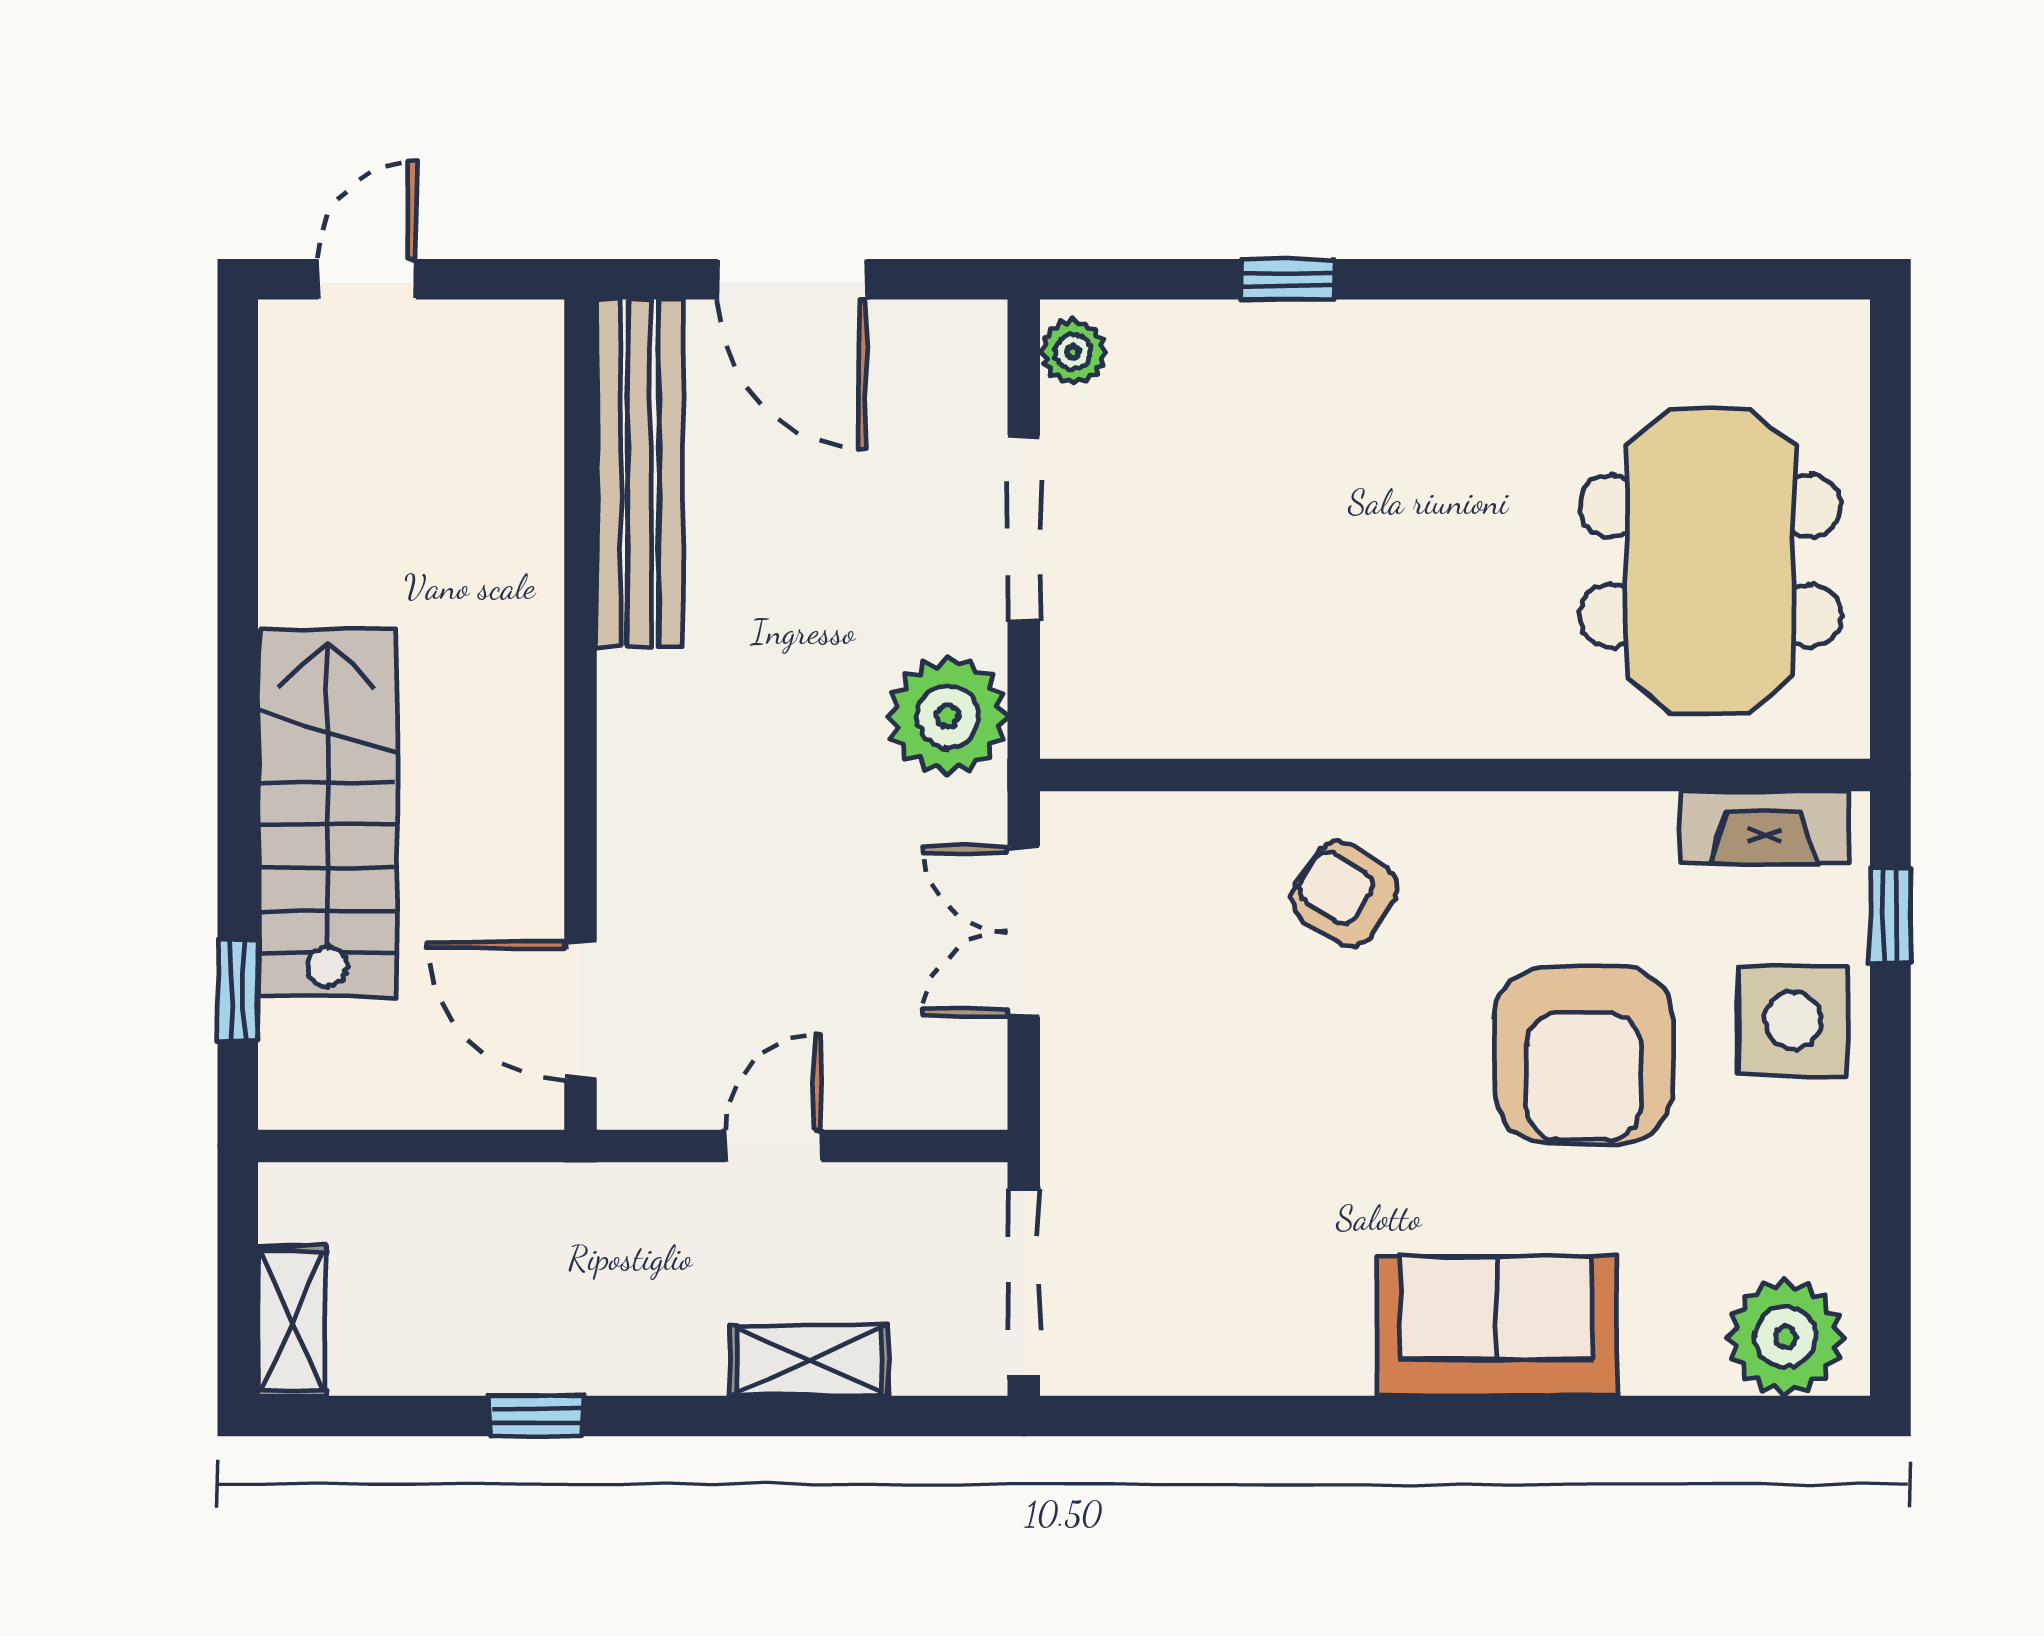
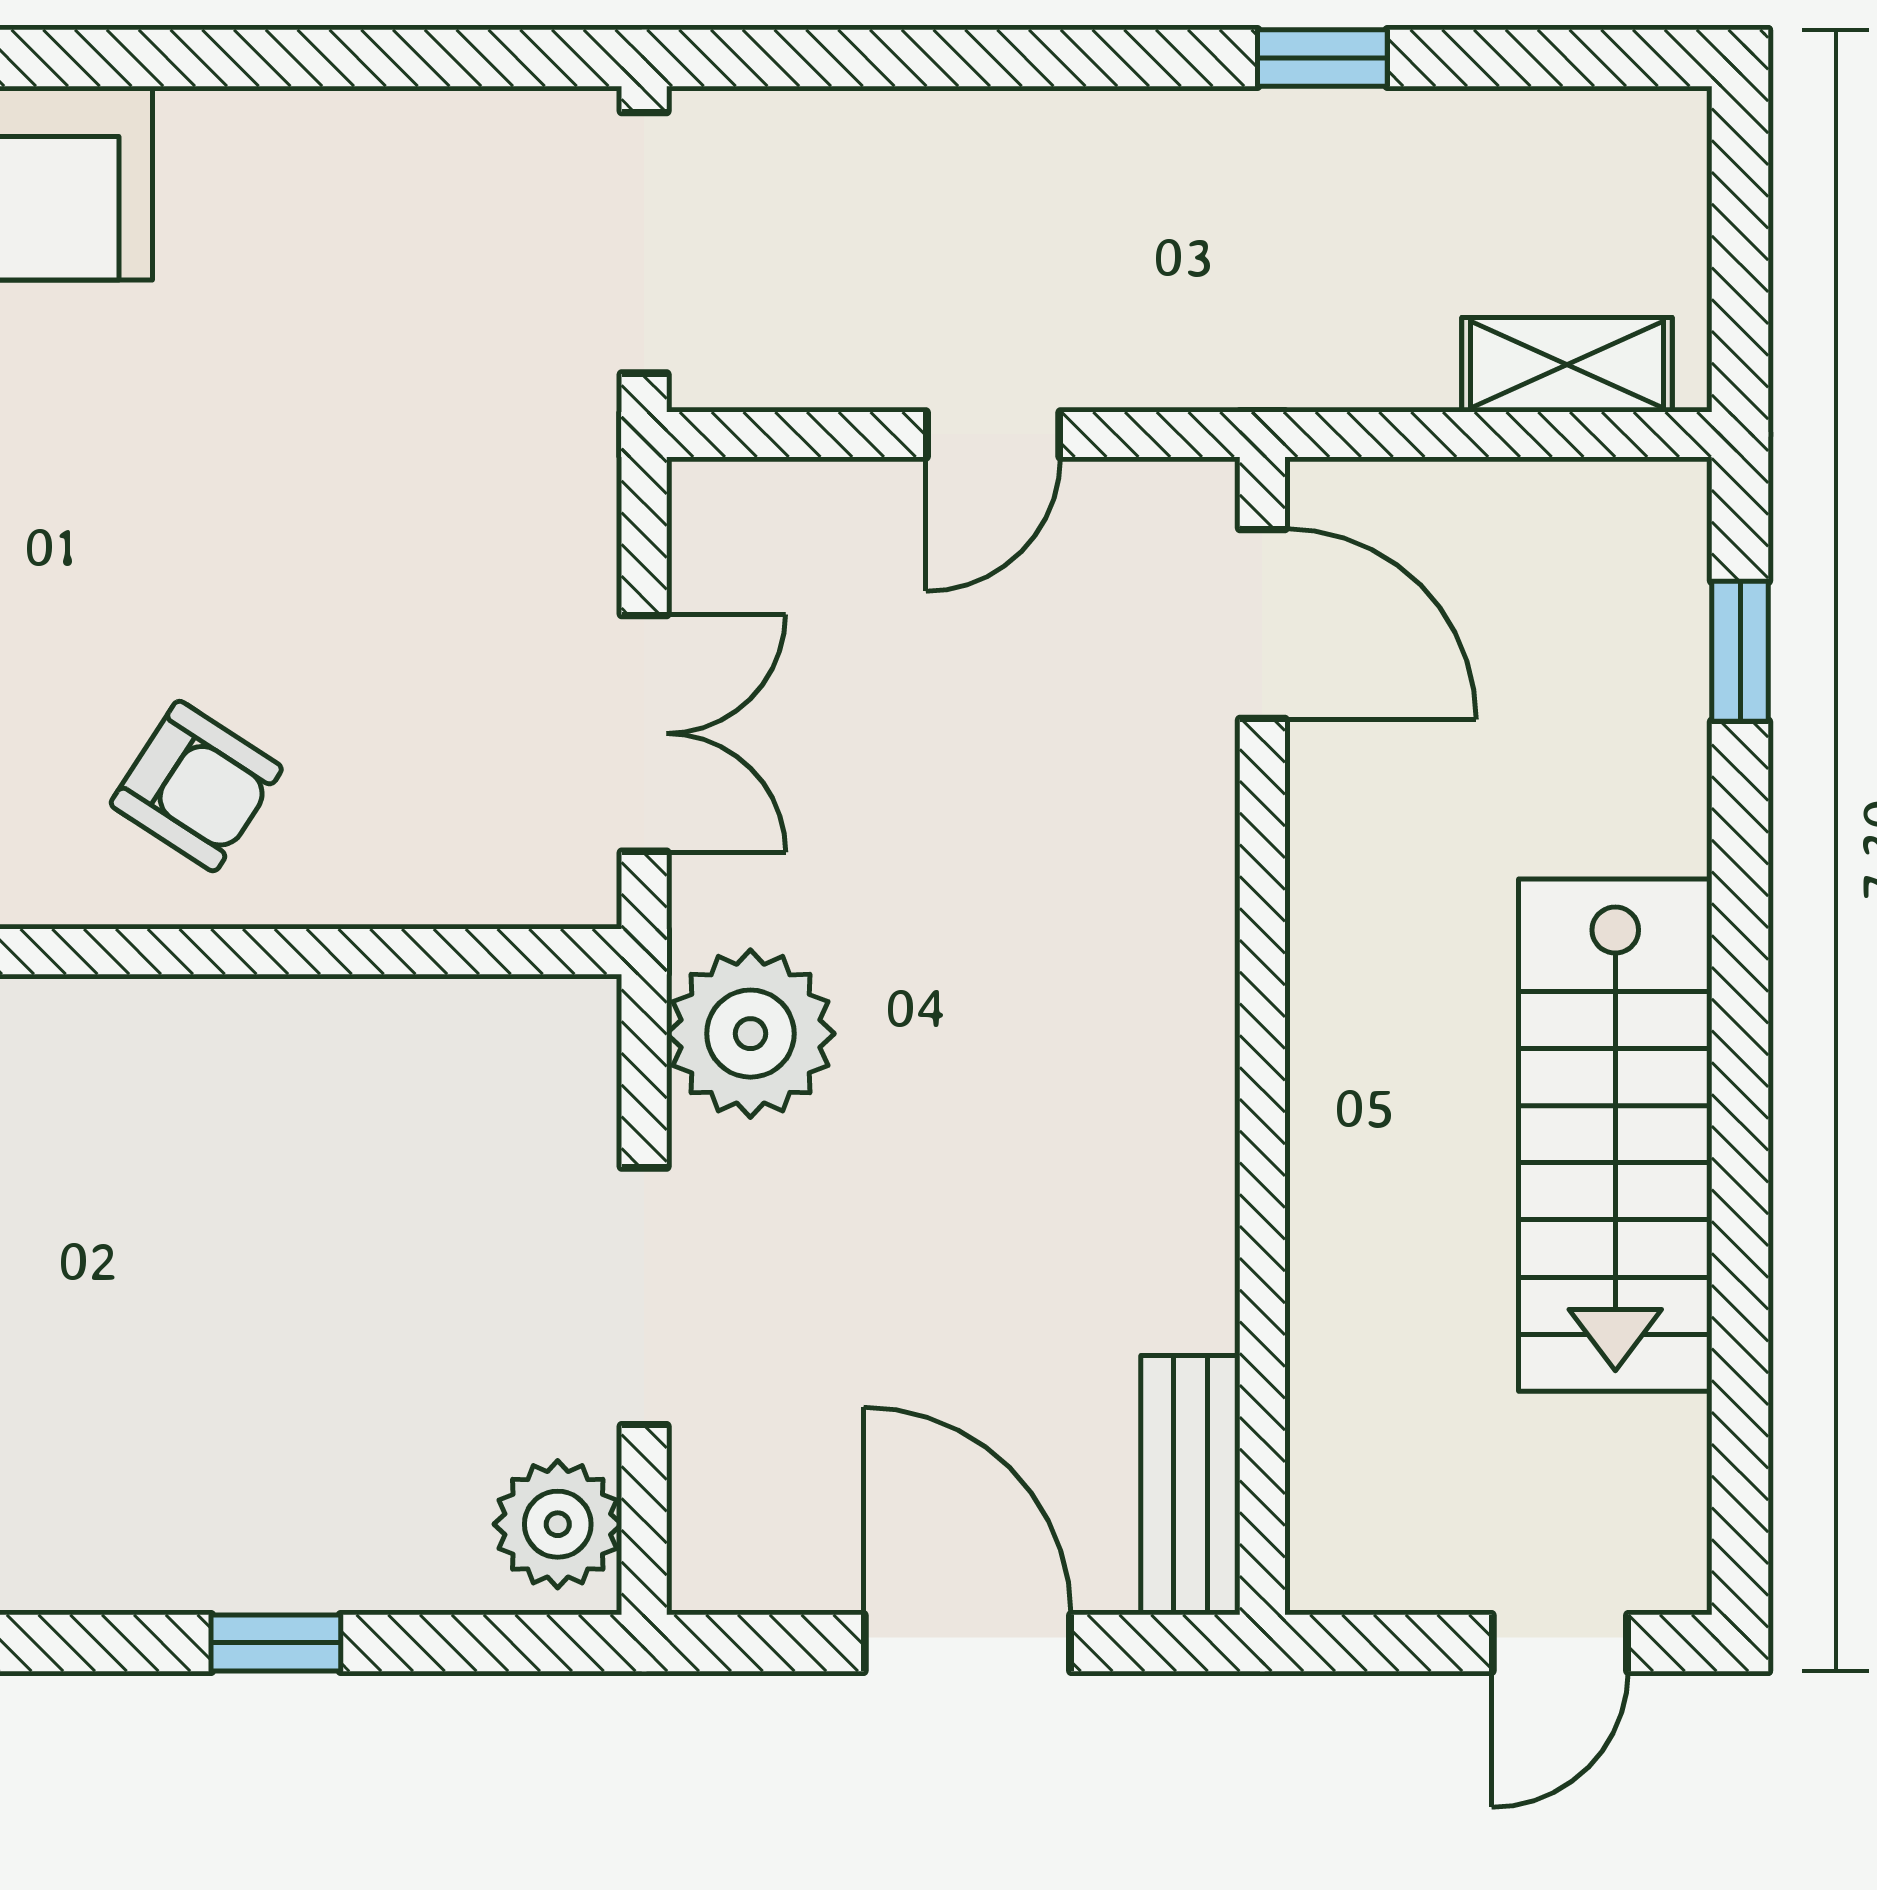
plant: (1073, 352) -> (558, 1524), width x1.38, depth x1.38
bench: (640, 473) -> (1190, 1485), width x0.54, depth x0.82
stairs: (327, 812) -> (1615, 1135), moved
shelving: (292, 1320) -> (1567, 365), moved, turned 90
shelving: (809, 1360) -> (943, 135), removed

